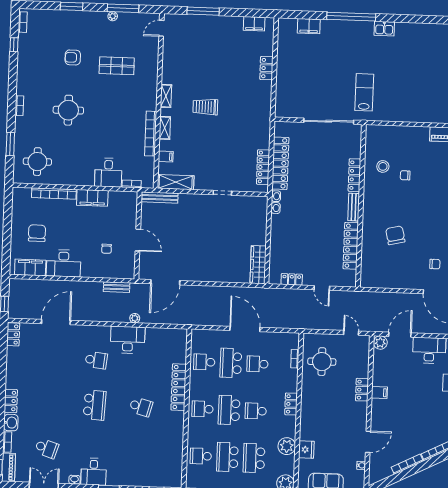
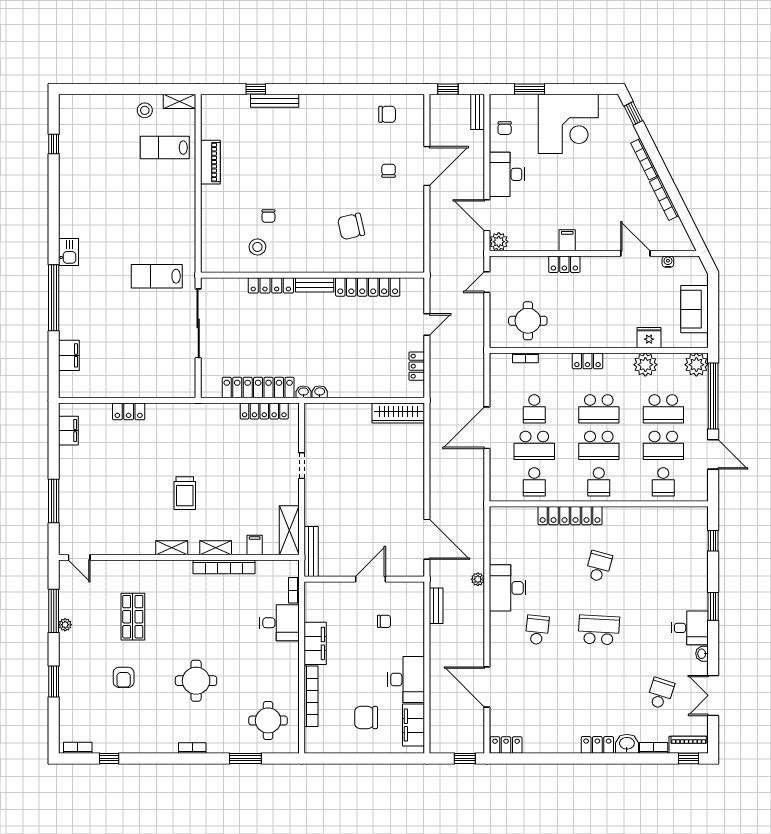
school desk: (256, 411) -> (599, 409), width x1.85

